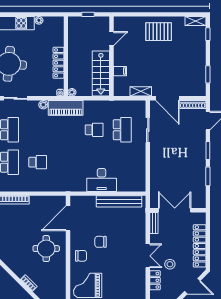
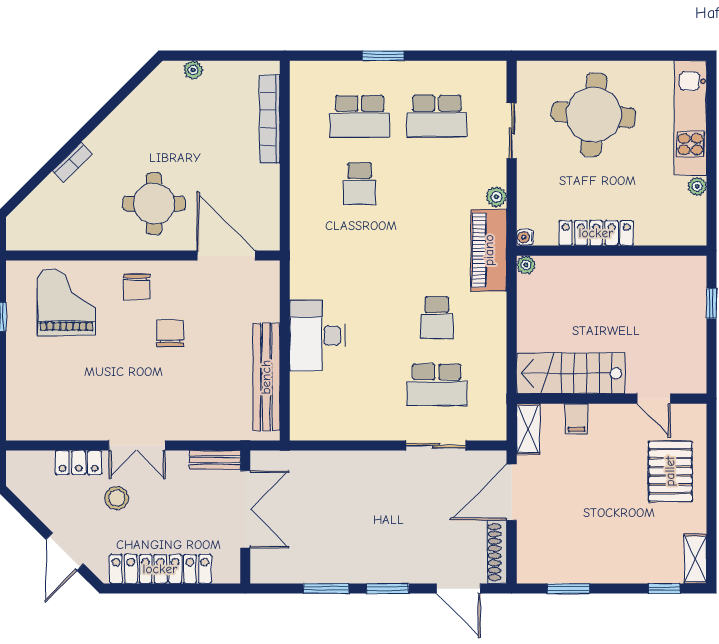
door: (111, 39) -> (654, 399), moved
wall: (111, 56) -> (612, 399), moved
filing cabinet: (120, 71) -> (576, 419), moved
stairs: (101, 74) -> (571, 373), moved

